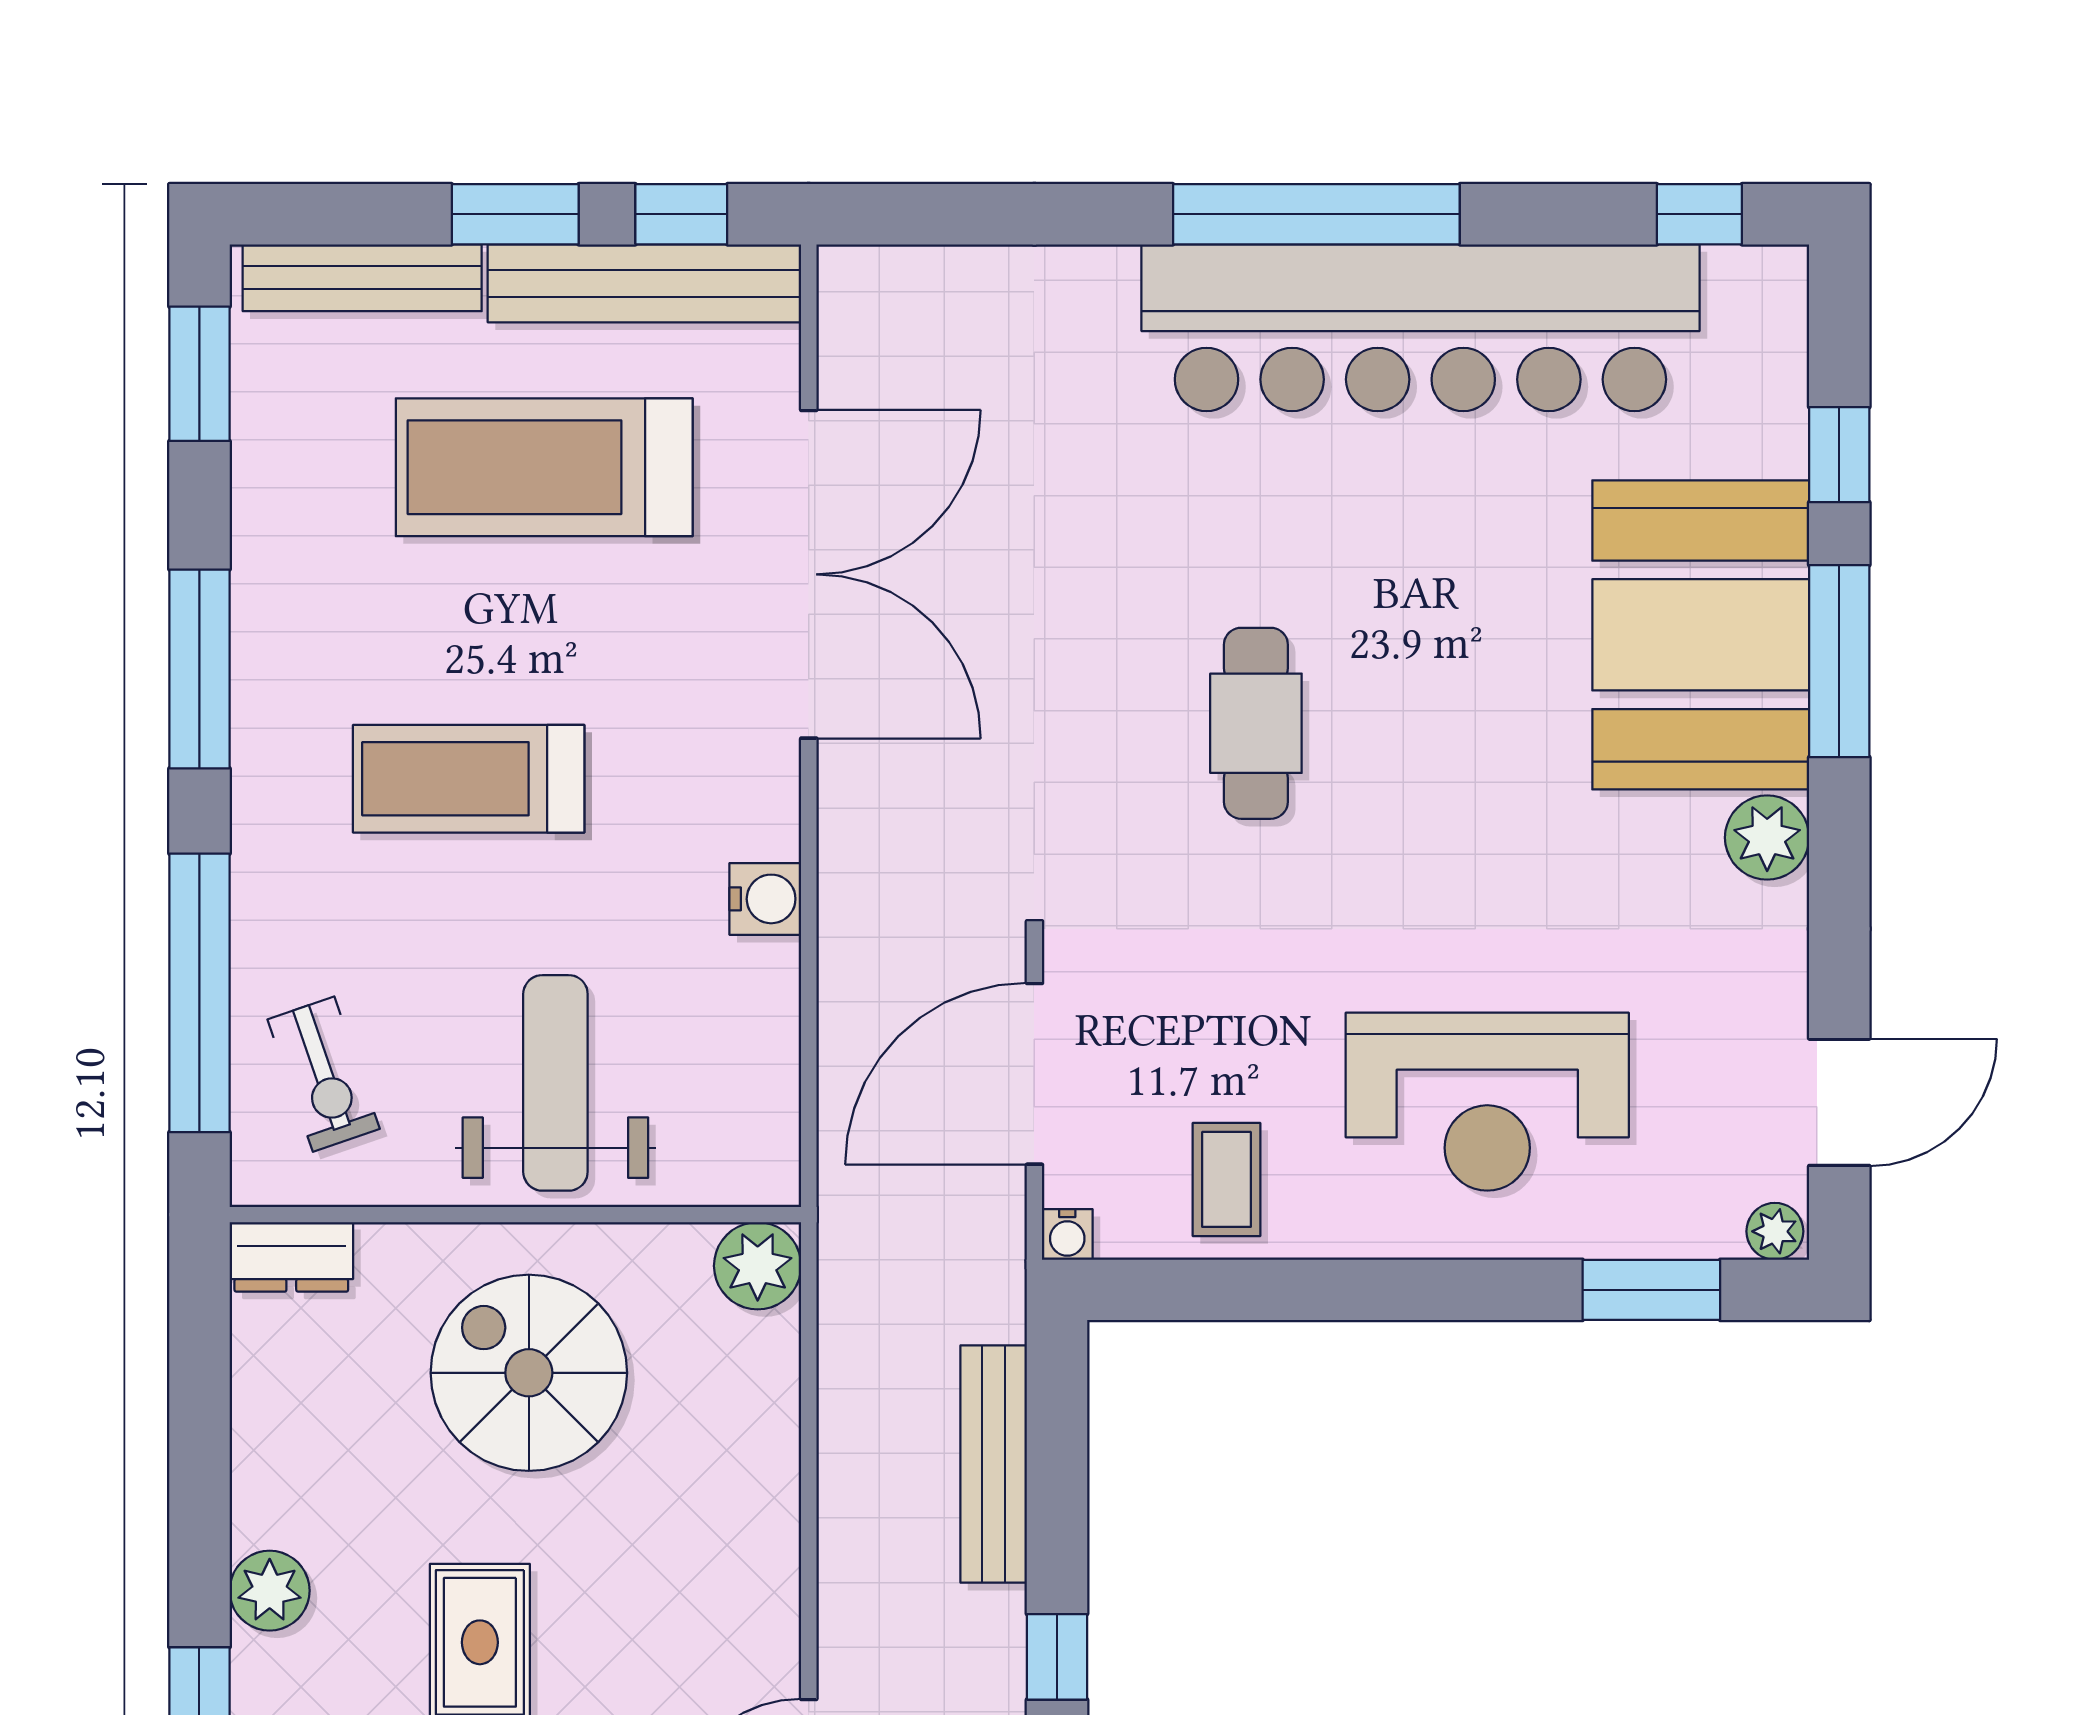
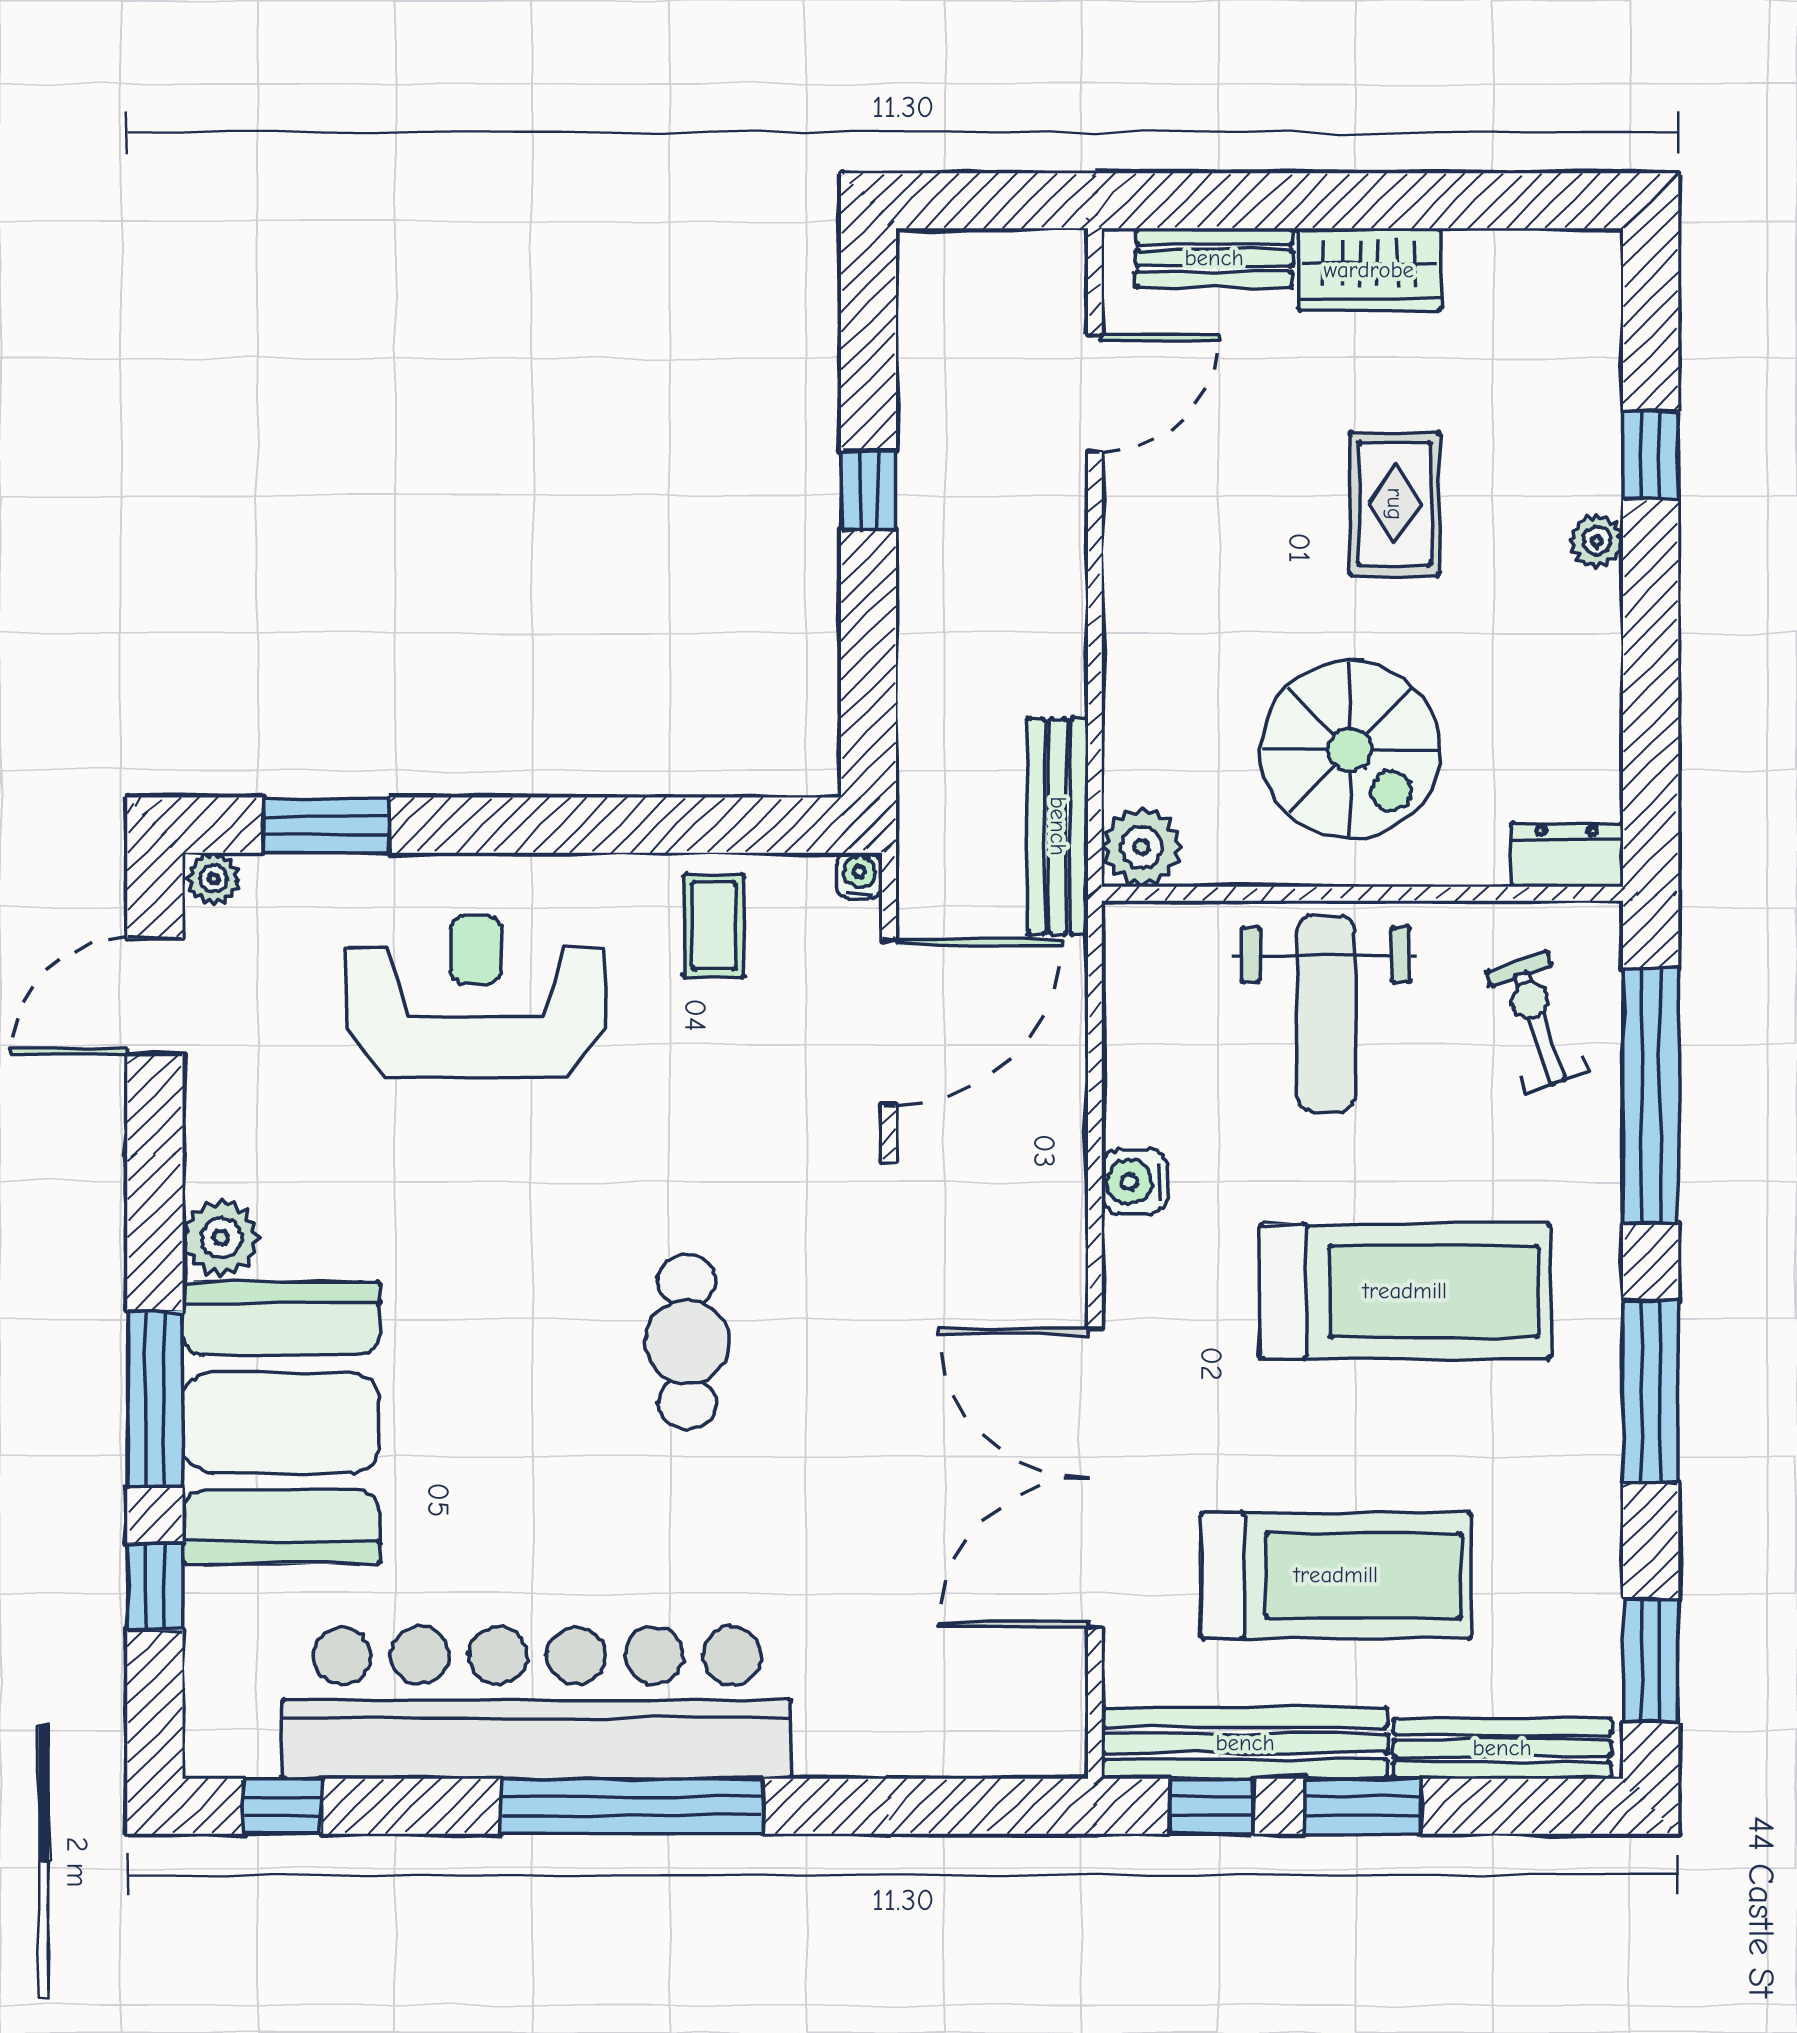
treadmill: (469, 779) -> (1405, 1291), width x1.37, depth x1.38
bench: (994, 1464) -> (1058, 826), moved
plant: (270, 1591) -> (1597, 541), width x0.73, depth x0.73

